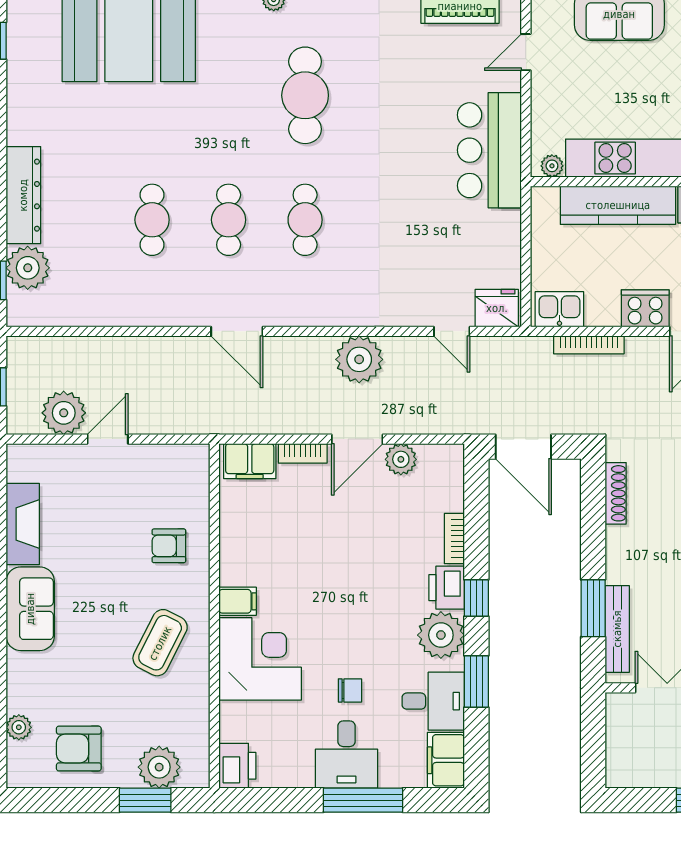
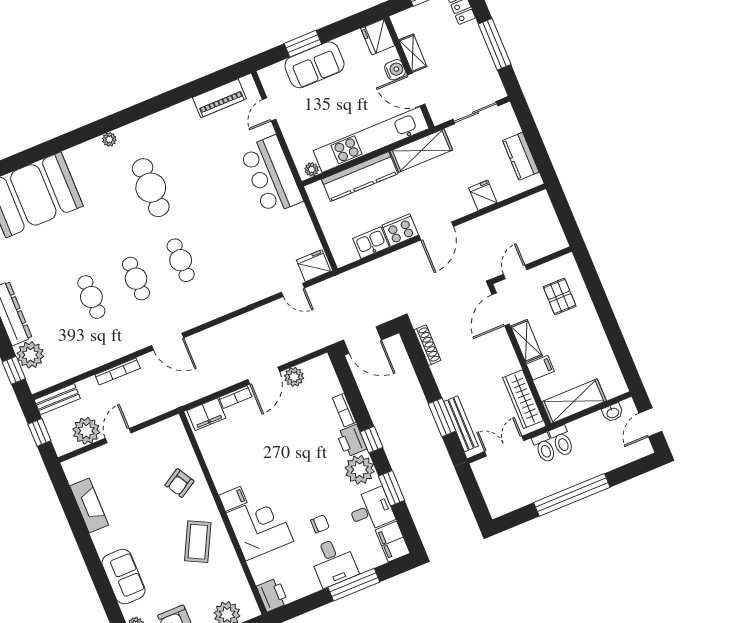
kitchen sink: (559, 309) -> (371, 243), moved
bookcase: (589, 345) -> (118, 371), moved
bench: (40, 349) -> (57, 399), added
plant: (359, 359) -> (246, 329), removed
armchair: (169, 546) -> (180, 483), turned -31
sofa: (30, 609) -> (124, 577), moved

